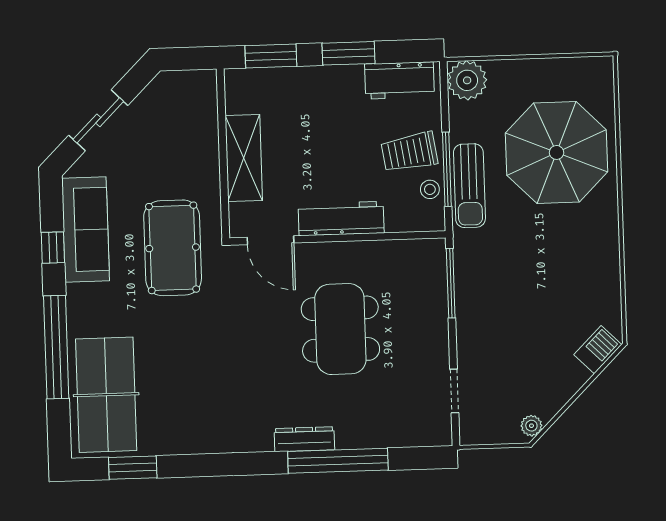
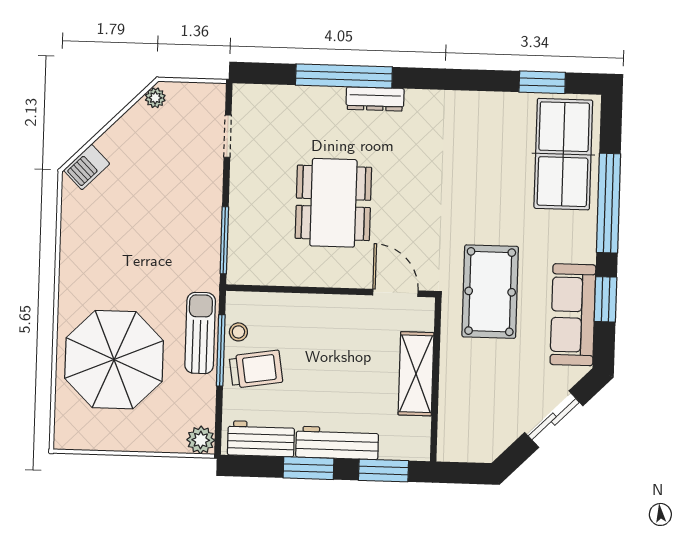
plant: (467, 80) -> (201, 440), width x0.73, depth x0.73
workbench: (341, 219) -> (337, 443), moved, turned 180
window: (53, 248) -> (606, 299), width x1.50

